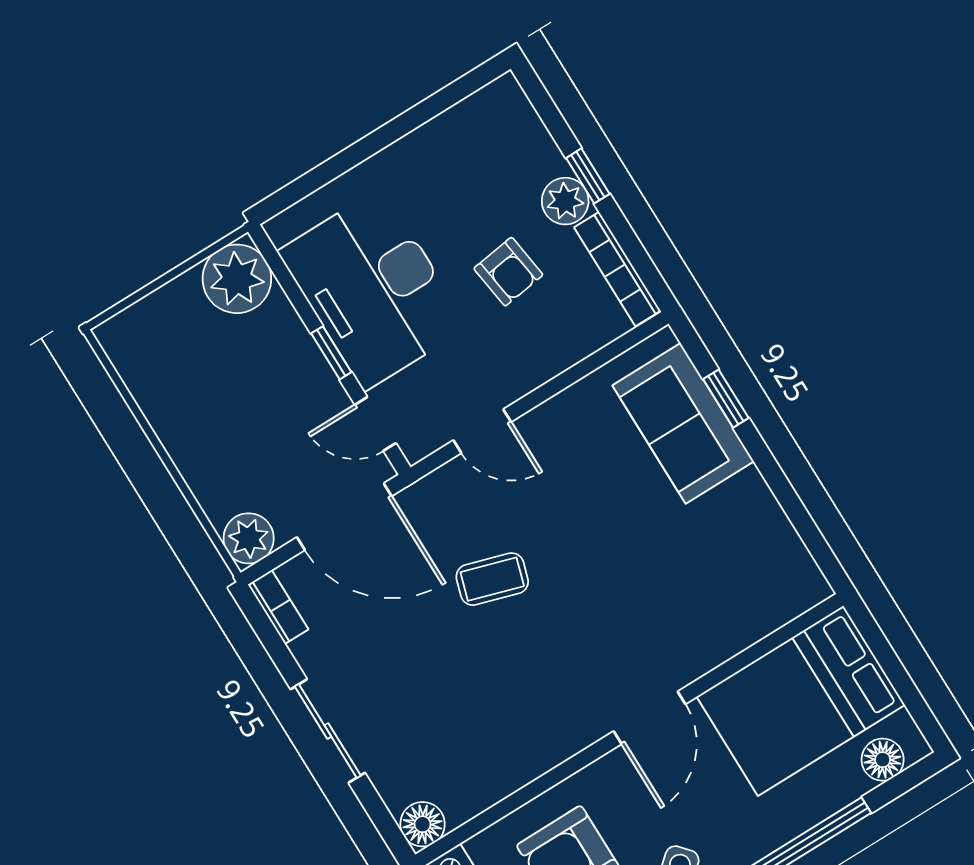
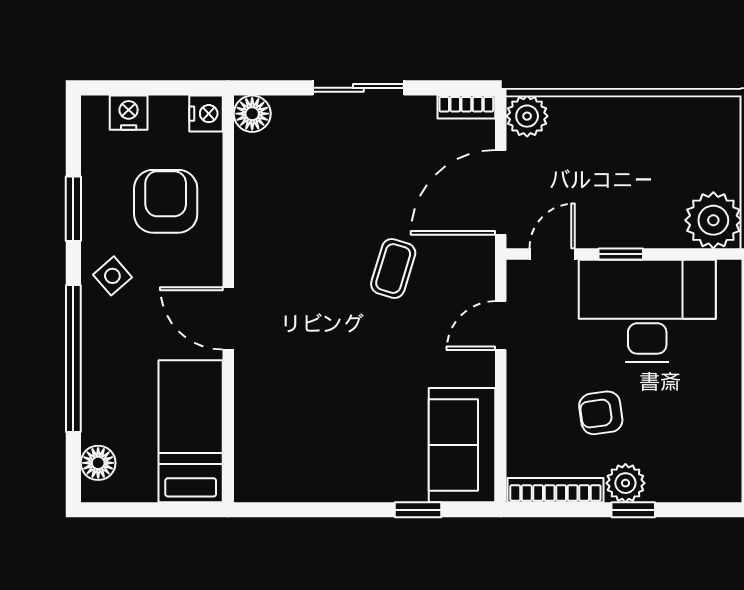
sofa: (683, 423) -> (462, 445), moved, turned -90
bed: (801, 701) -> (191, 431), width x0.67

